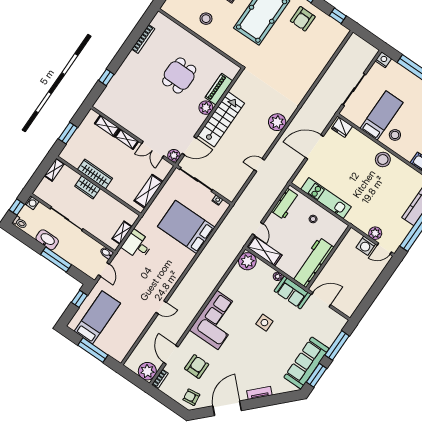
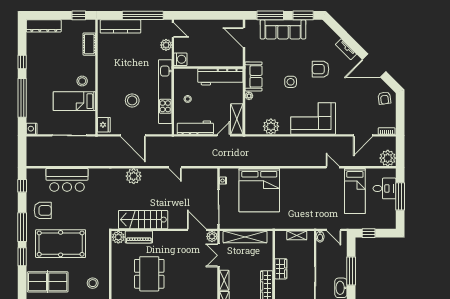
bar counter: (315, 60) -> (67, 180), added
dining table: (179, 76) -> (149, 274), width x1.37
plant: (206, 108) -> (118, 237), moved
stairs: (221, 119) -> (143, 220), moved
double door: (153, 150) -> (219, 255), swing flipped
stool: (383, 160) -> (132, 100), moved
wardrobe: (87, 187) -> (281, 269), moved
shelving: (149, 191) -> (245, 237), width x1.47
kitchen unit: (326, 198) -> (165, 92), width x1.36
workbench: (285, 204) -> (195, 128), width x1.37
bed: (186, 227) -> (259, 190), width x1.36
desk: (137, 245) -> (384, 188), moved, turned -90
washing machine: (366, 246) -> (180, 59), moved
plant: (247, 261) -> (271, 126), moved
door: (104, 269) -> (334, 230), swing flipped
door: (321, 300) -> (244, 38), moved
bed: (97, 317) -> (355, 191), moved, turned -90
sofa: (306, 363) -> (283, 29), moved
armchair: (197, 367) -> (321, 69), moved
plant: (147, 371) -> (388, 158), moved

